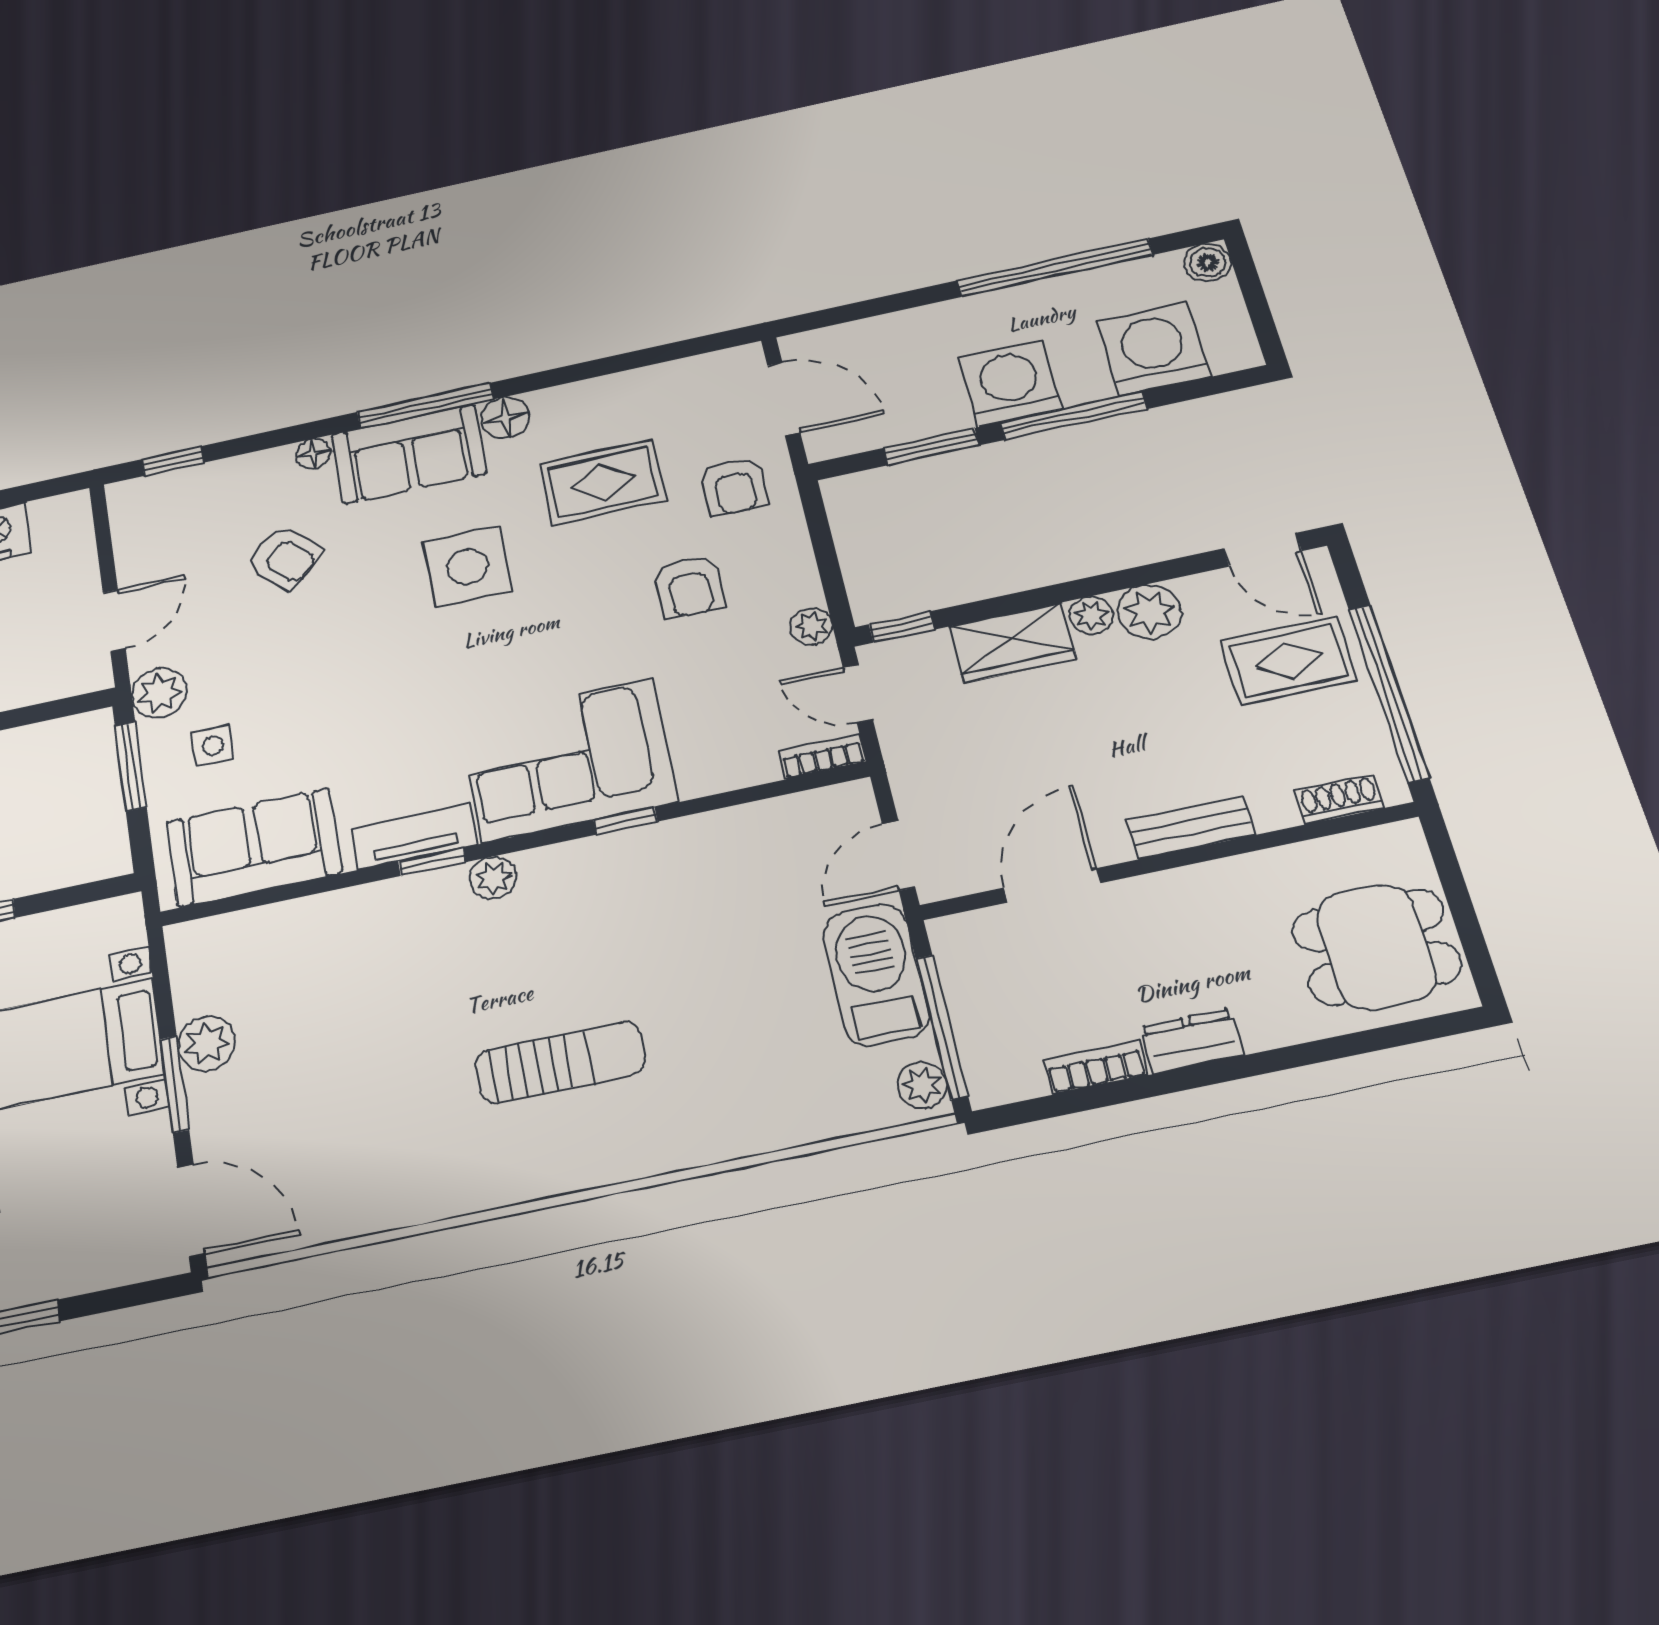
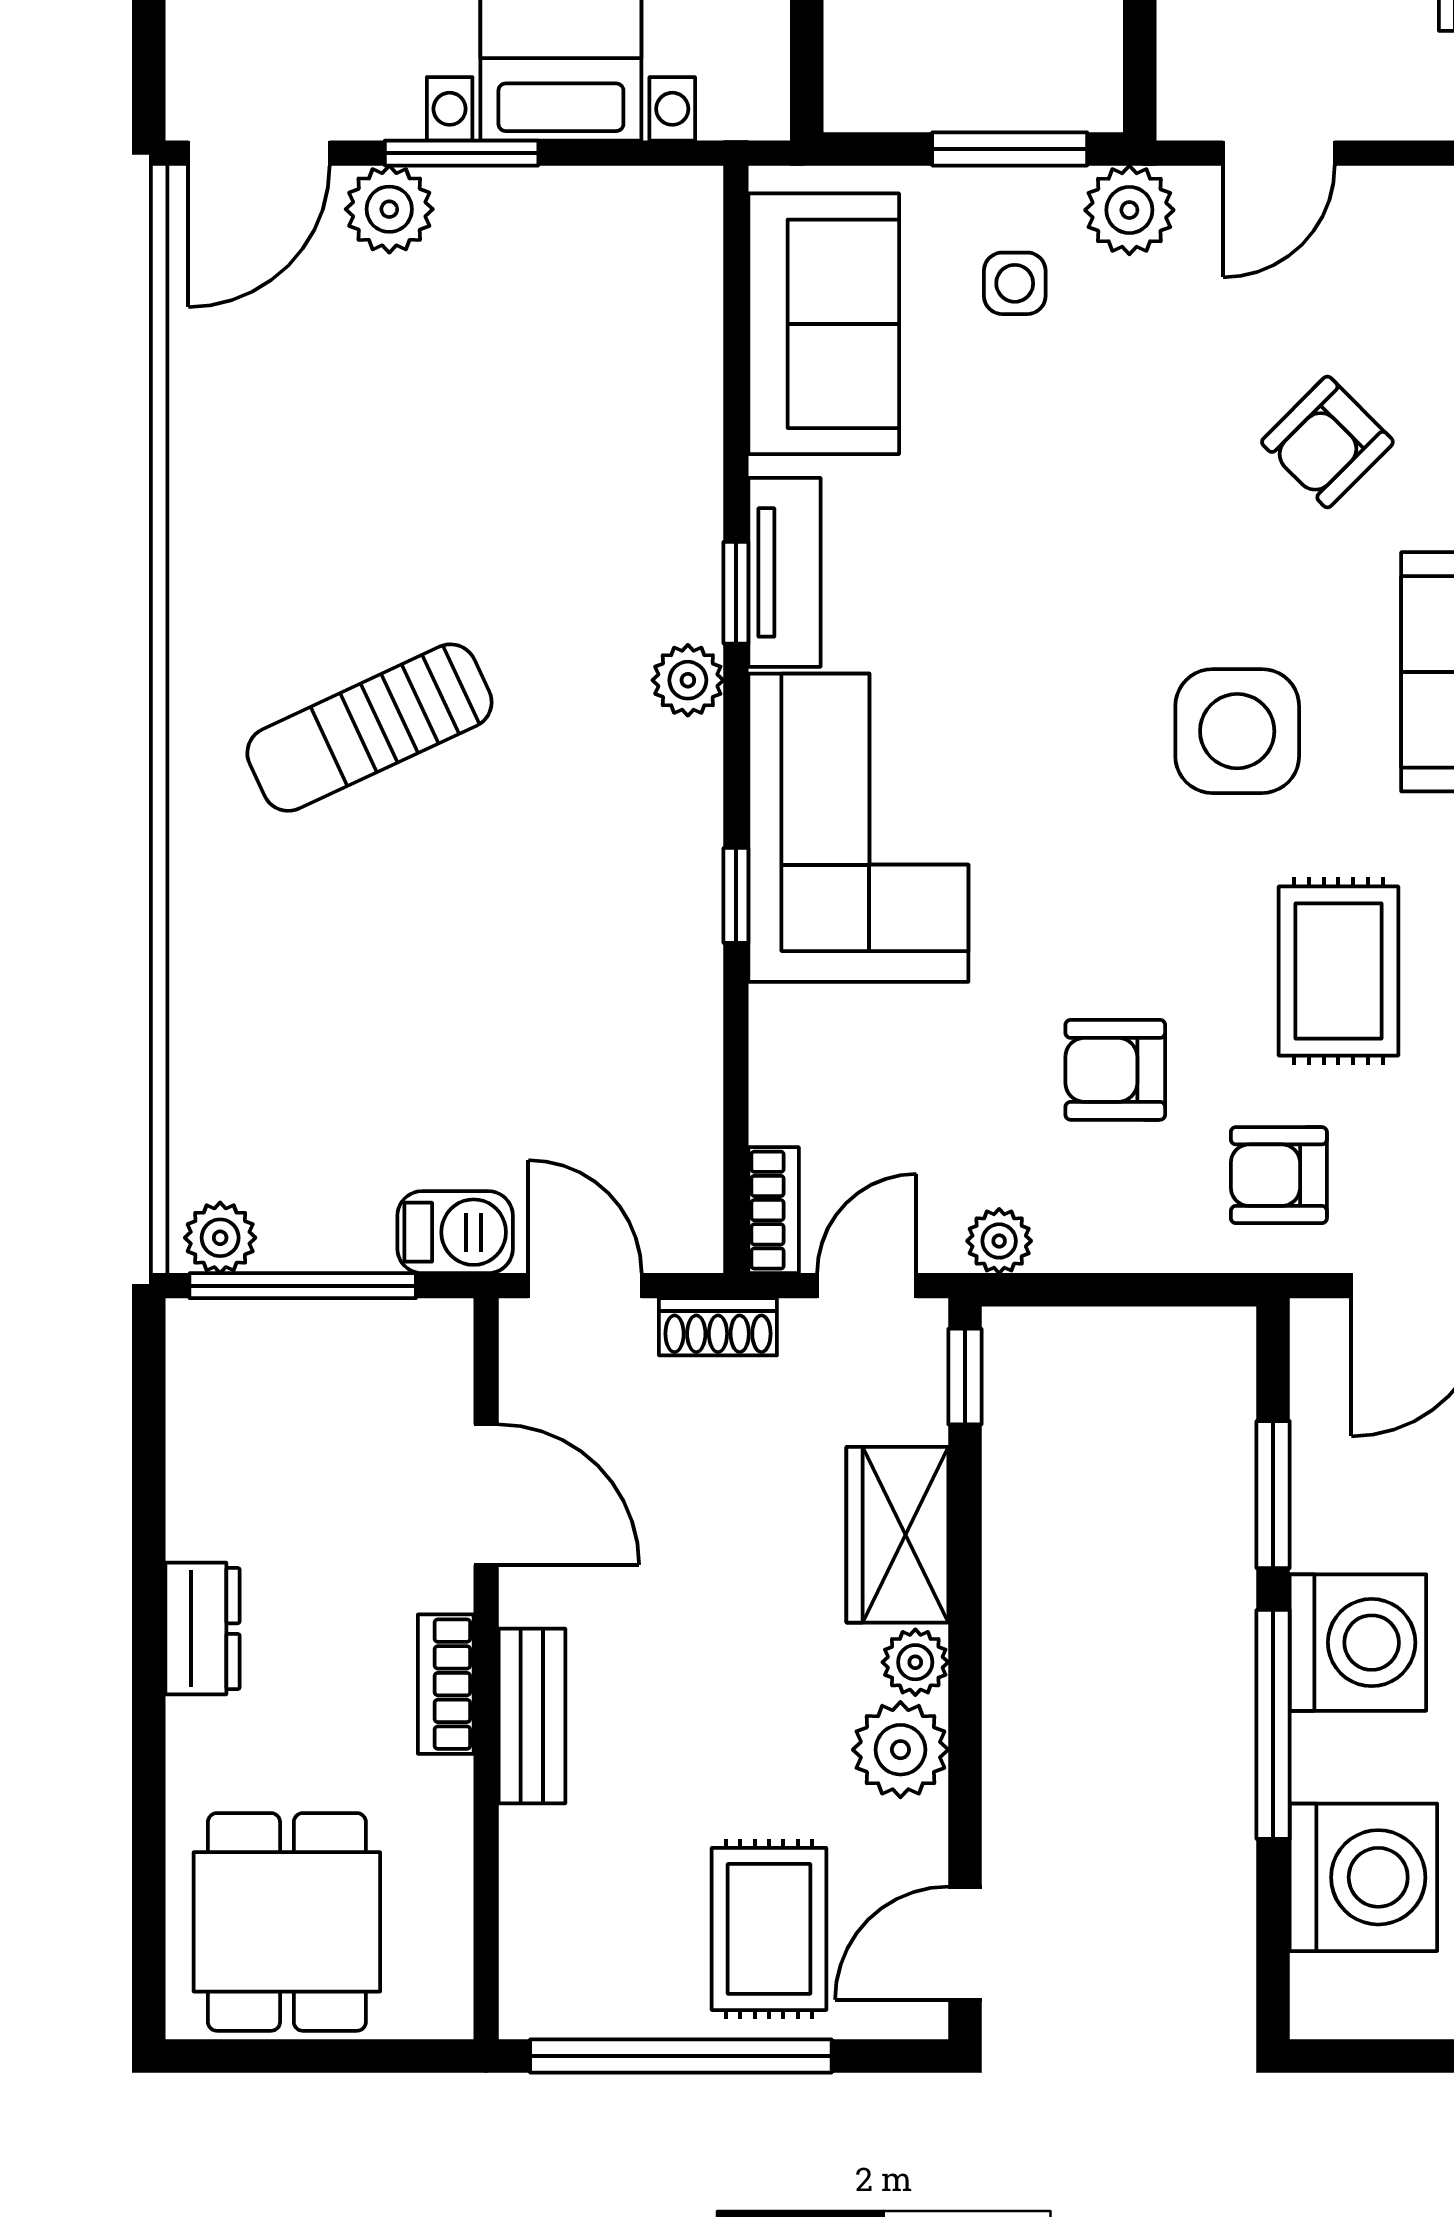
door: (114, 620) -> (1279, 153), hinge flipped
shoe rack: (1339, 799) -> (718, 1327), moved, turned 90
barbecue: (876, 974) -> (455, 1232), width x0.53, depth x0.65
plant: (207, 1043) -> (389, 209), moved
sun lounger: (560, 1063) -> (369, 728), turned 65
bookcase: (1096, 1067) -> (446, 1684), moved, turned 180

